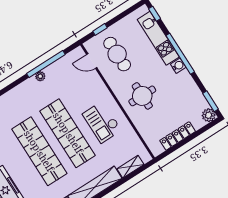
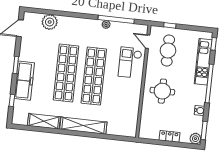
water cooler: (178, 66) -> (199, 110), moved
checkout: (102, 122) -> (130, 63), moved
locker: (178, 136) -> (169, 136), width x0.66
shelving: (130, 167) -> (117, 131), removed

